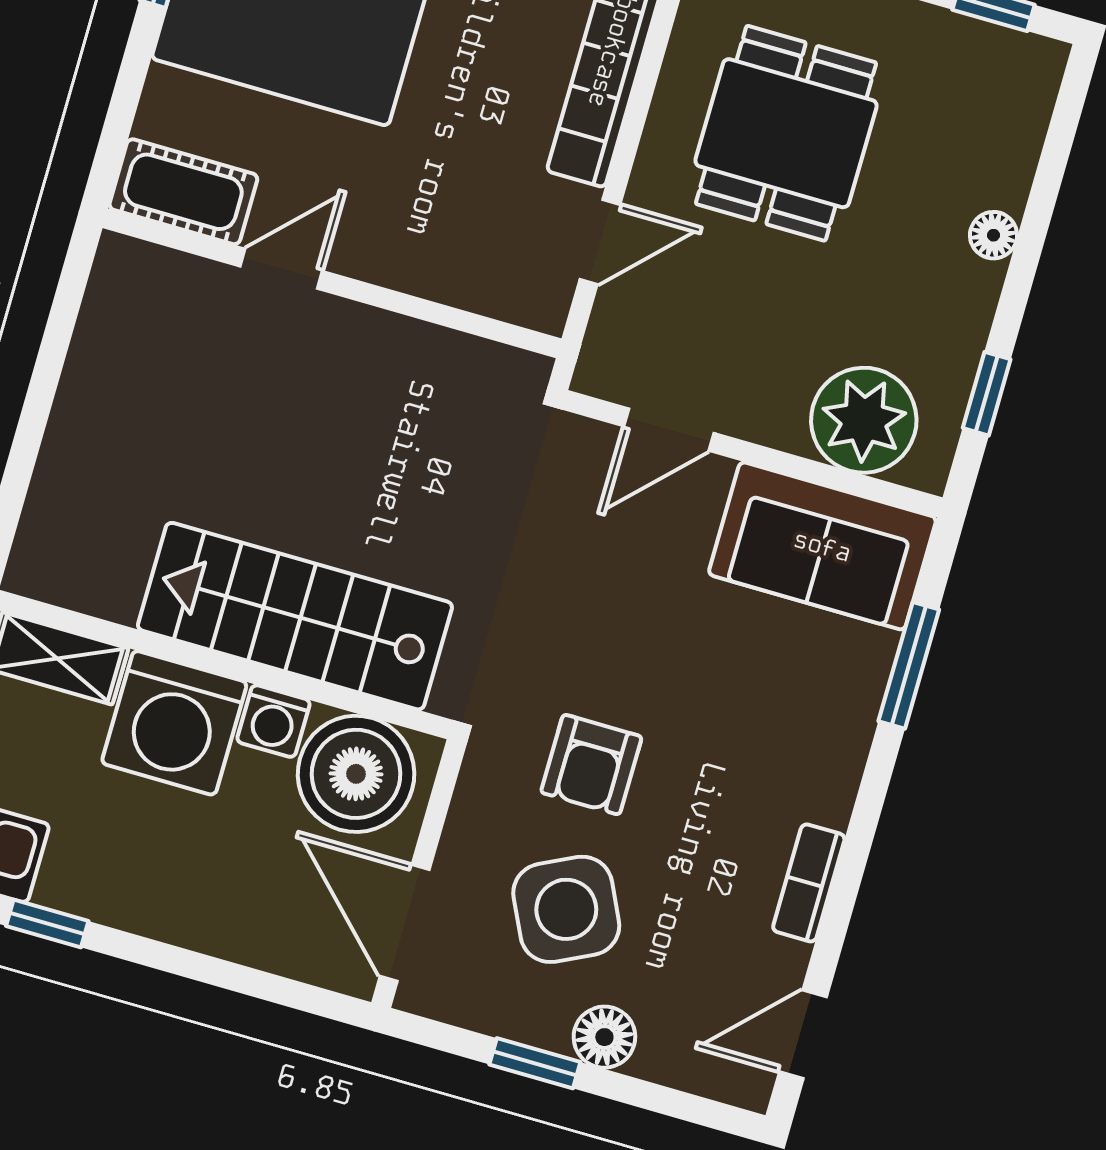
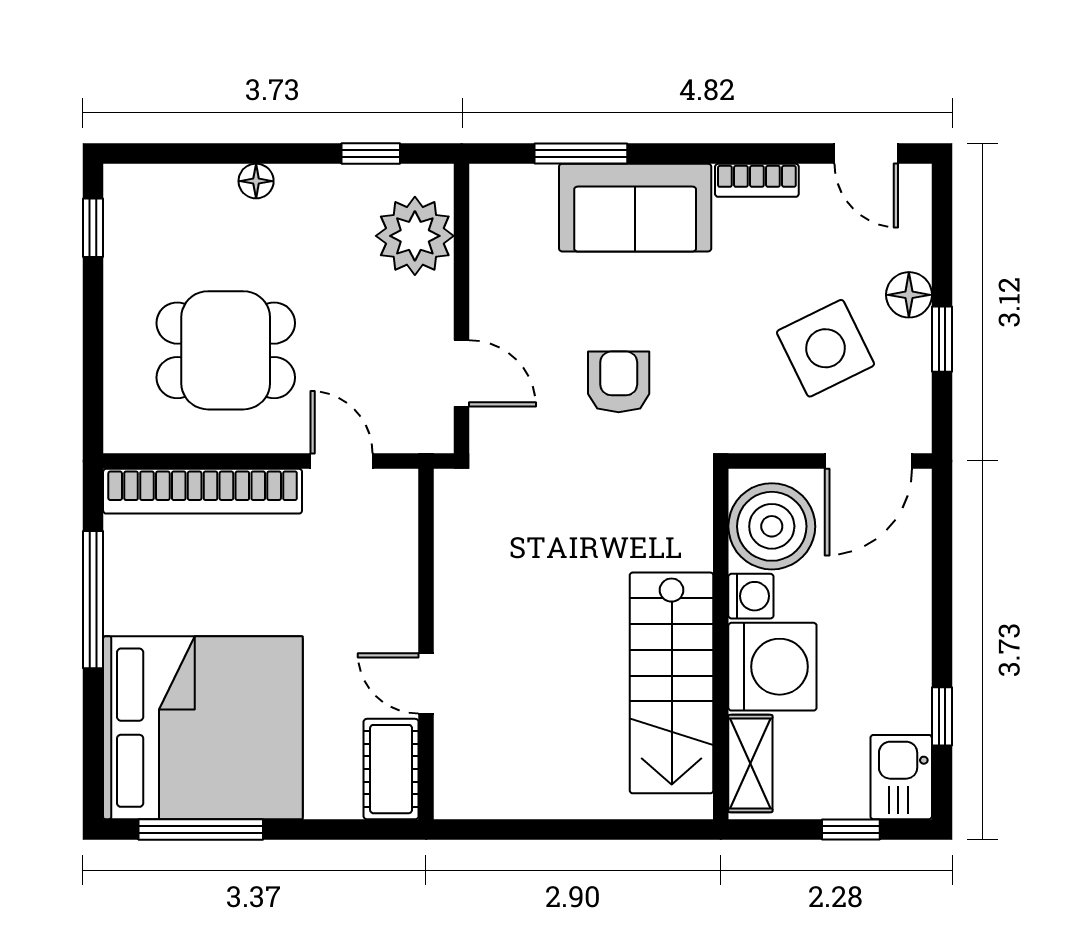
sofa: (822, 546) -> (635, 208), moved, turned 90
stairs: (295, 616) -> (672, 683), moved
armchair: (591, 765) -> (619, 382), moved, turned -90

